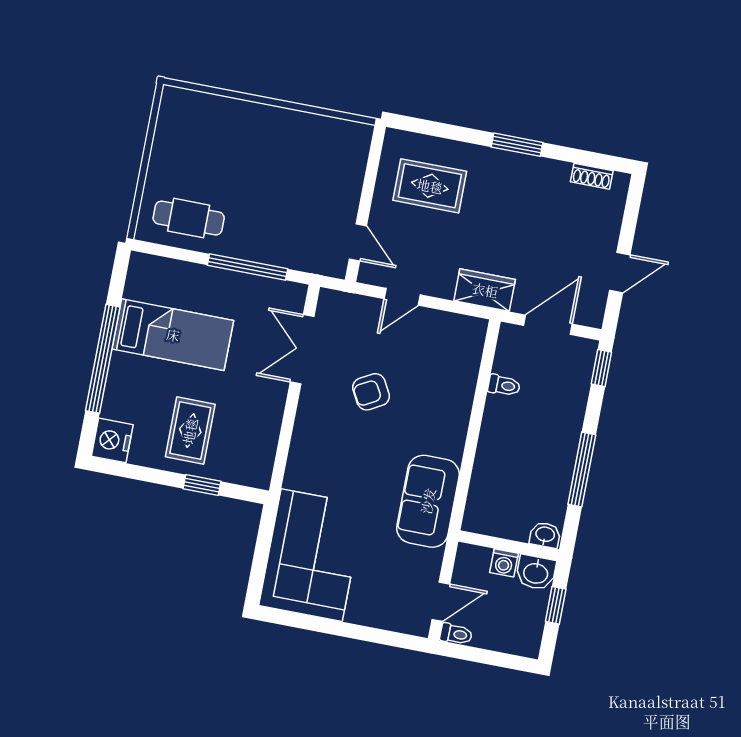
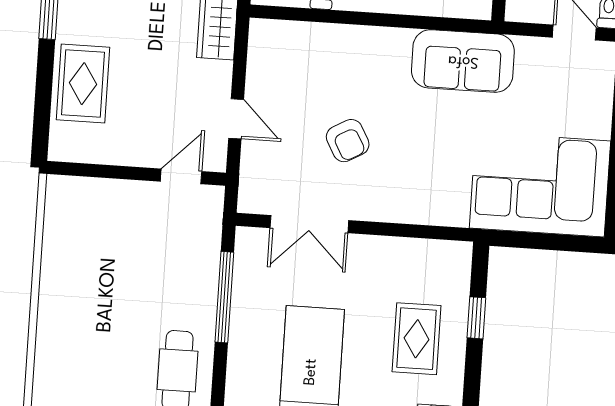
rug: (430, 186) -> (83, 84), moved
rug: (190, 431) -> (417, 339), turned 90

